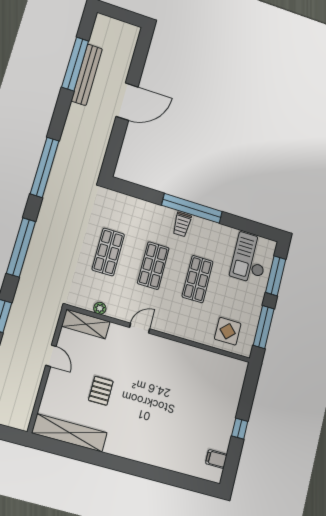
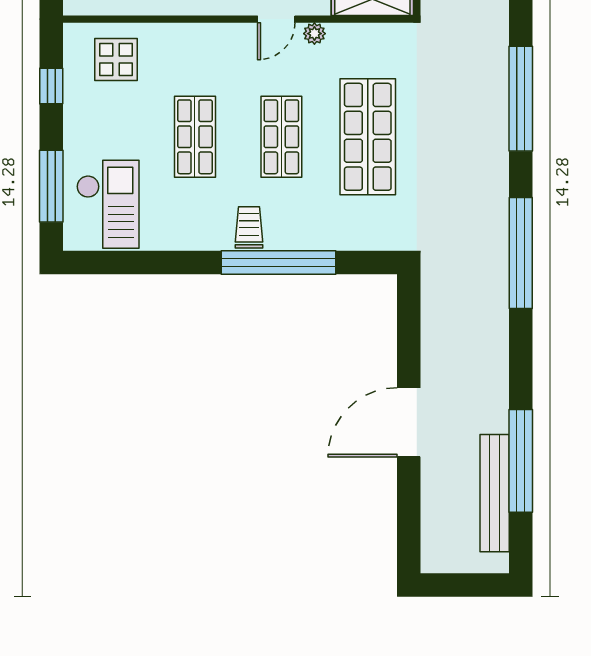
bench: (87, 75) -> (495, 493), moved
window: (192, 208) -> (278, 263), moved
shop shelf: (108, 252) -> (368, 137), width x1.43, depth x1.36
plant: (100, 308) -> (314, 34), moved
window: (264, 327) -> (51, 86), width x0.46

